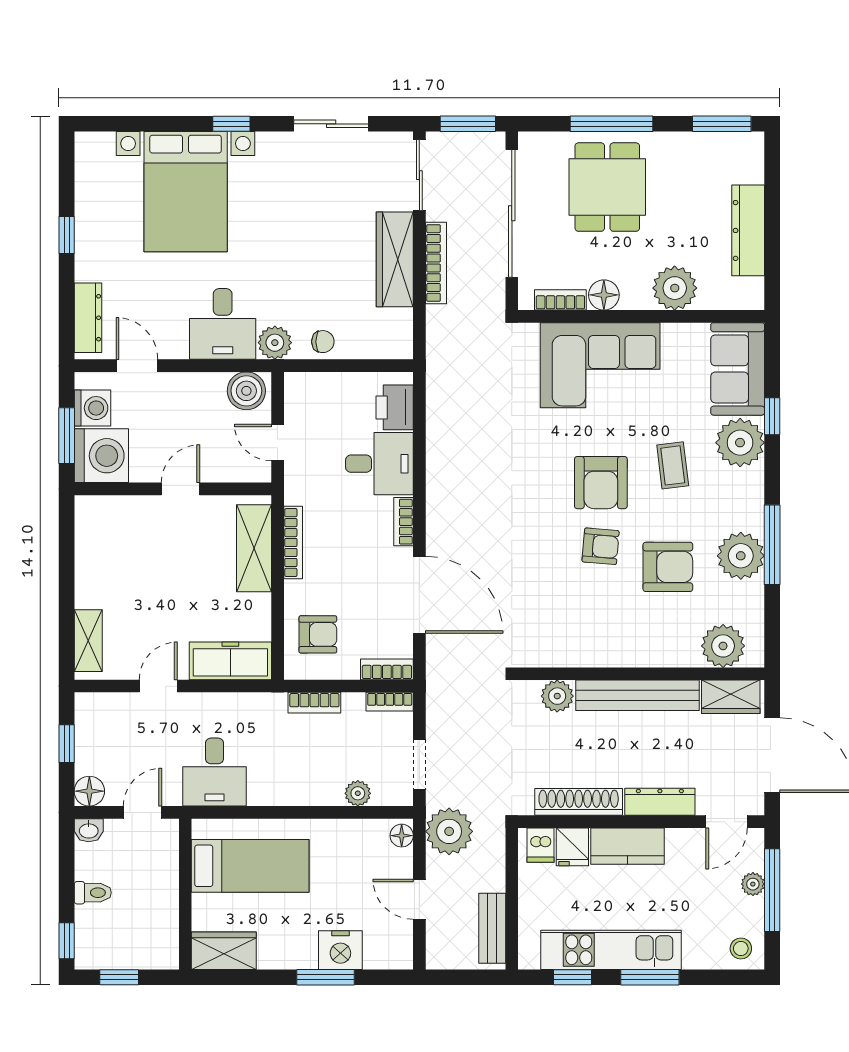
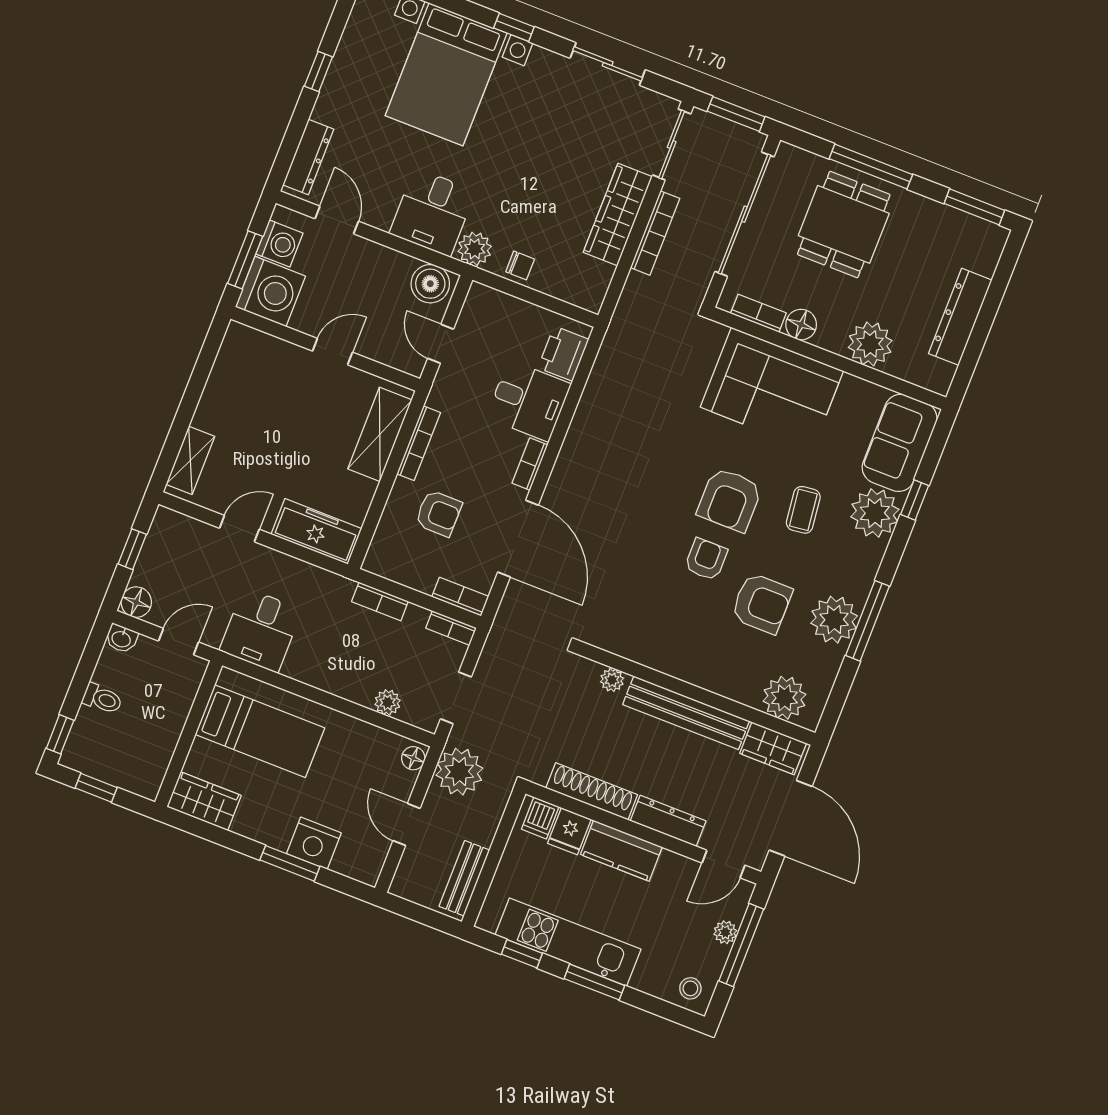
armchair: (601, 546) -> (706, 559), turned -95
armchair: (318, 634) -> (438, 513), moved
plant: (557, 696) -> (612, 680), width x0.73, depth x0.73

